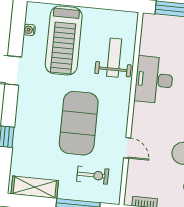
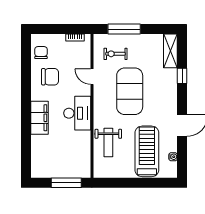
desk: (154, 80) -> (77, 113), moved
shelving: (35, 187) -> (170, 51), moved, turned 90

